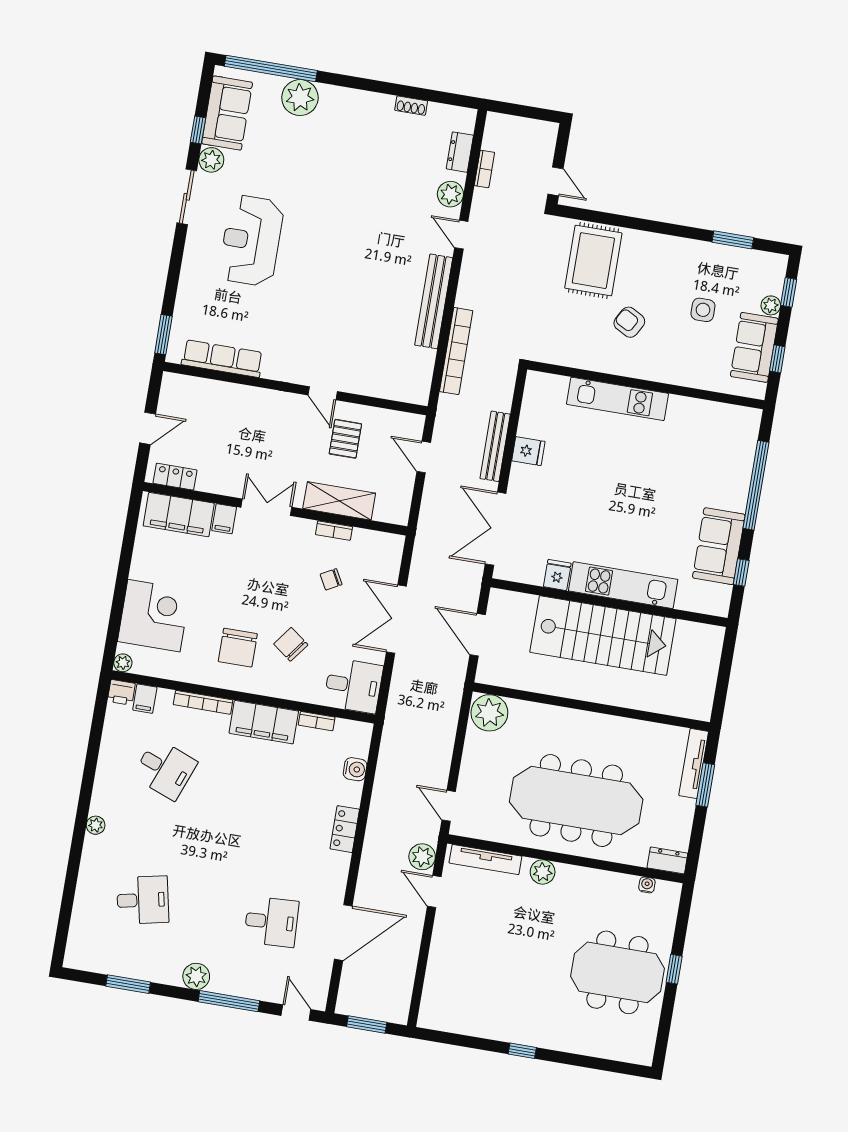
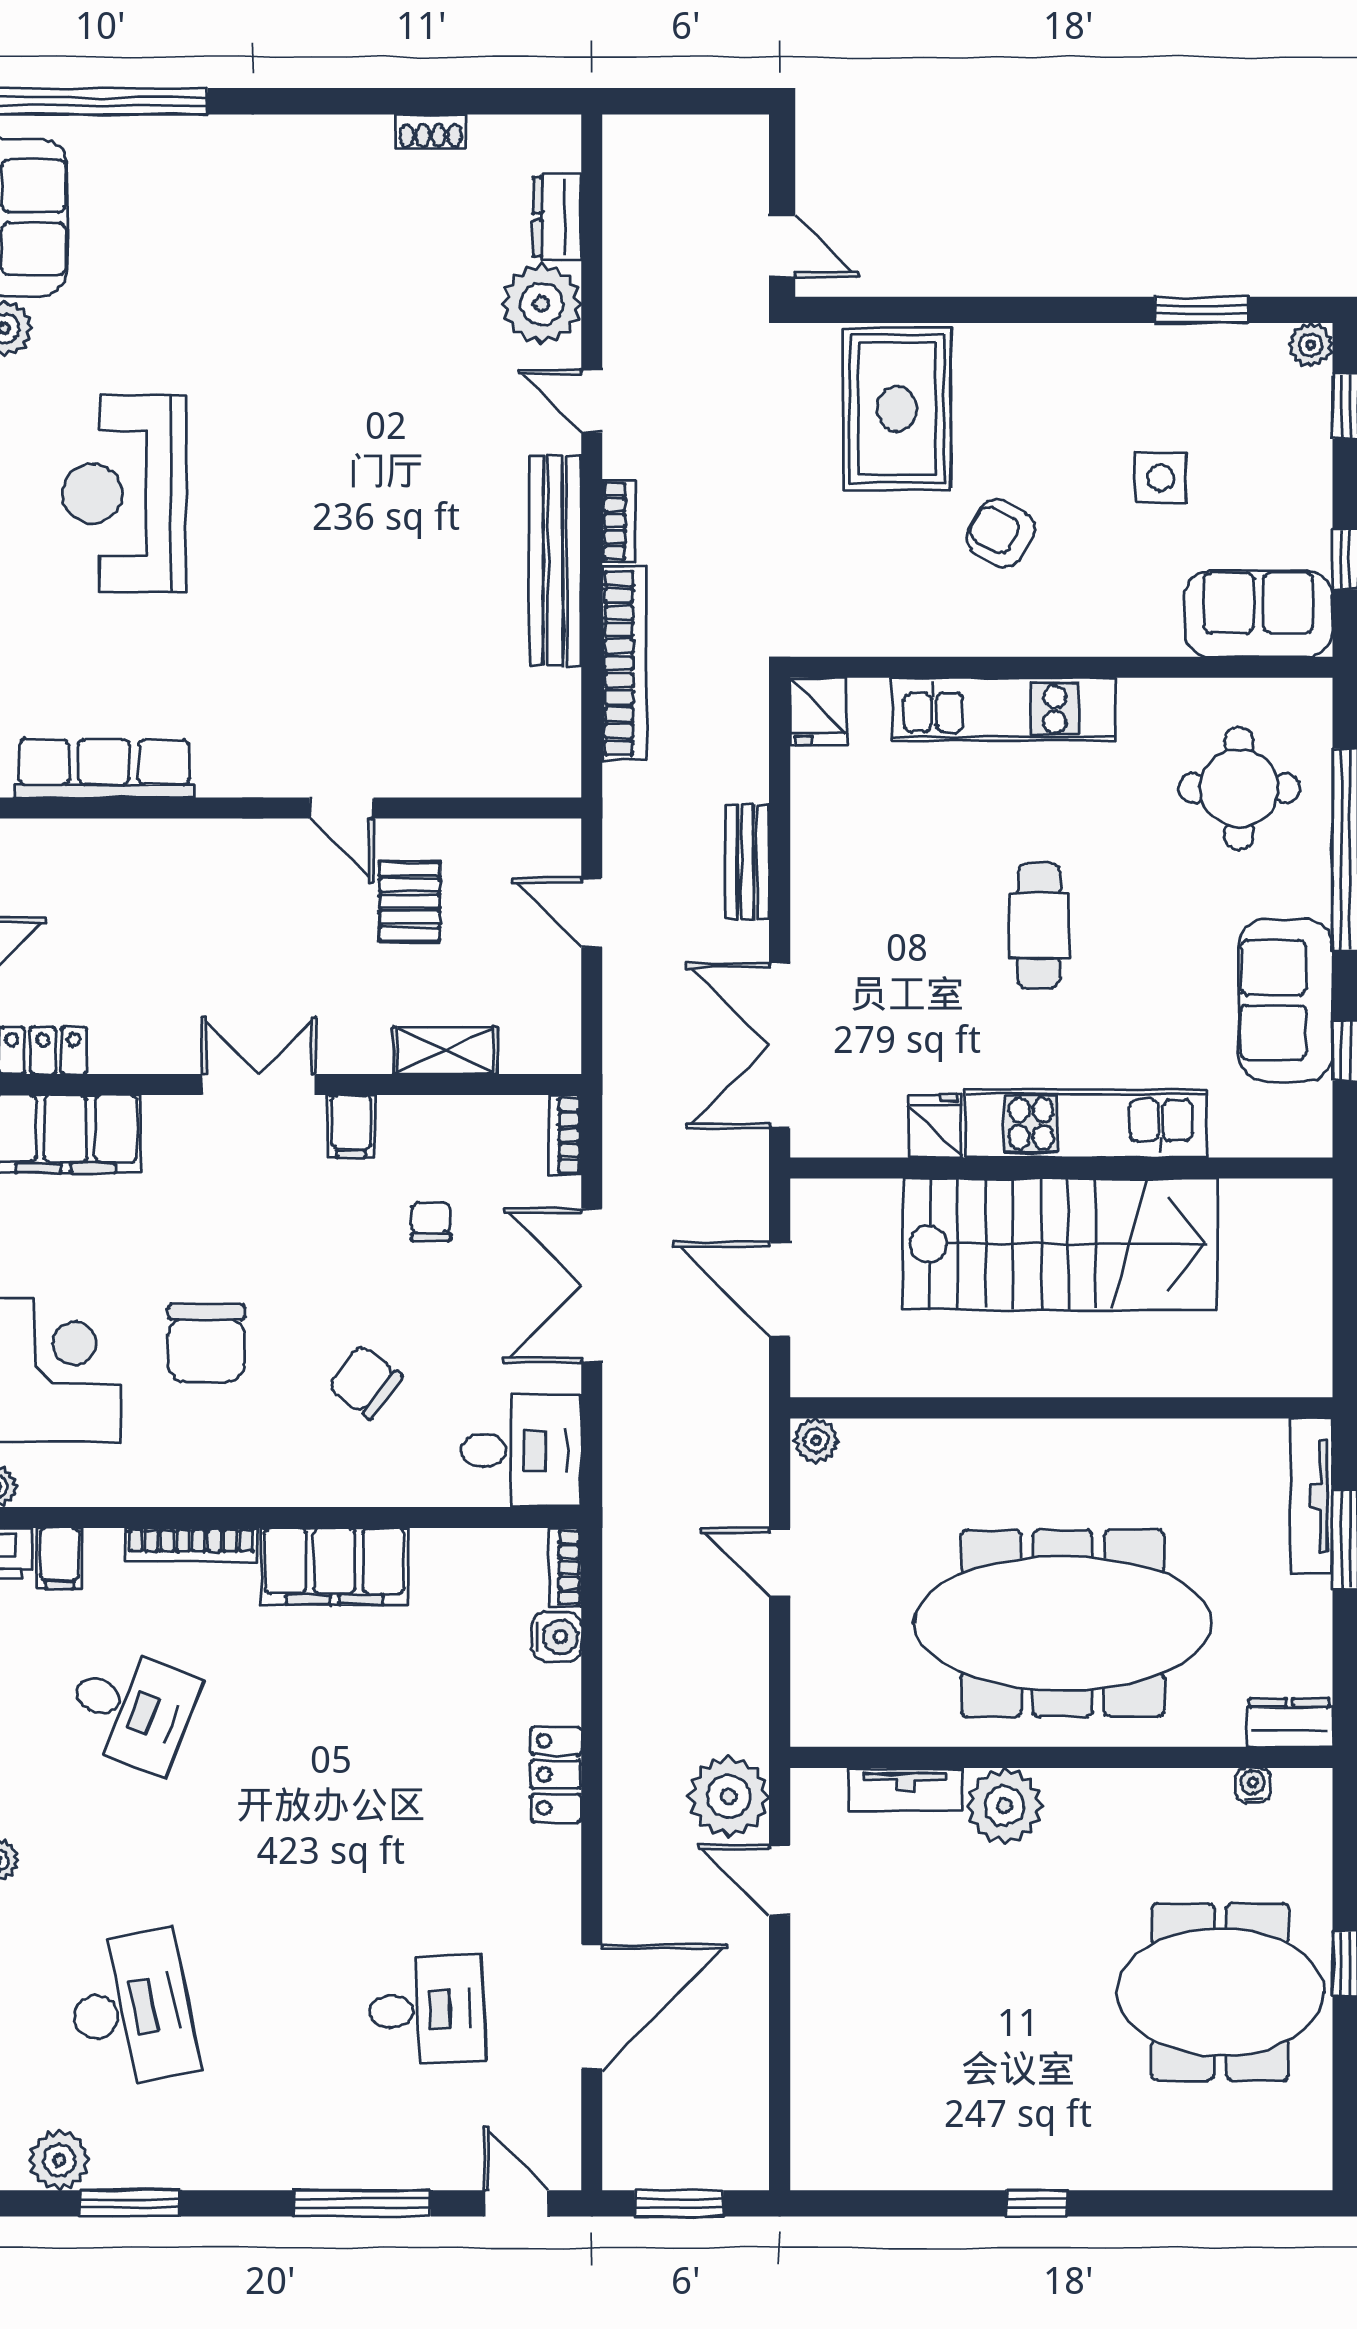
plant: (300, 98) -> (179, 155), removed
bookcase: (484, 169) -> (619, 521), moved
plant: (450, 194) -> (541, 304), width x1.36, depth x1.36
plant: (771, 305) -> (1311, 345), moved
sofa: (754, 347) -> (1258, 614), moved, turned 90
bench: (495, 446) -> (747, 862), width x0.73
fridge: (528, 451) -> (818, 711), moved, turned 90
round table: (714, 451) -> (1239, 788), added
cafe table: (617, 496) -> (1038, 926), added
shelving: (339, 501) -> (446, 1051), width x0.67, depth x0.75
filing cabinet: (224, 519) -> (351, 1126), moved
bookcase: (334, 531) -> (565, 1135), moved, turned 90
chair: (331, 579) -> (431, 1221), turned 119
chair: (238, 648) -> (206, 1343), moved
plant: (489, 713) -> (816, 1440), width x0.53, depth x0.53
bookcase: (317, 721) -> (565, 1568), moved, turned 90
door: (449, 806) -> (780, 1562), moved
plant: (422, 857) -> (729, 1796), width x1.36, depth x1.36
tv unit: (485, 860) -> (905, 1790), width x0.71
plant: (543, 872) -> (1005, 1806), width x1.36, depth x1.36
desk: (143, 900) -> (131, 2010), width x1.37
plant: (196, 976) -> (59, 2160), moved

